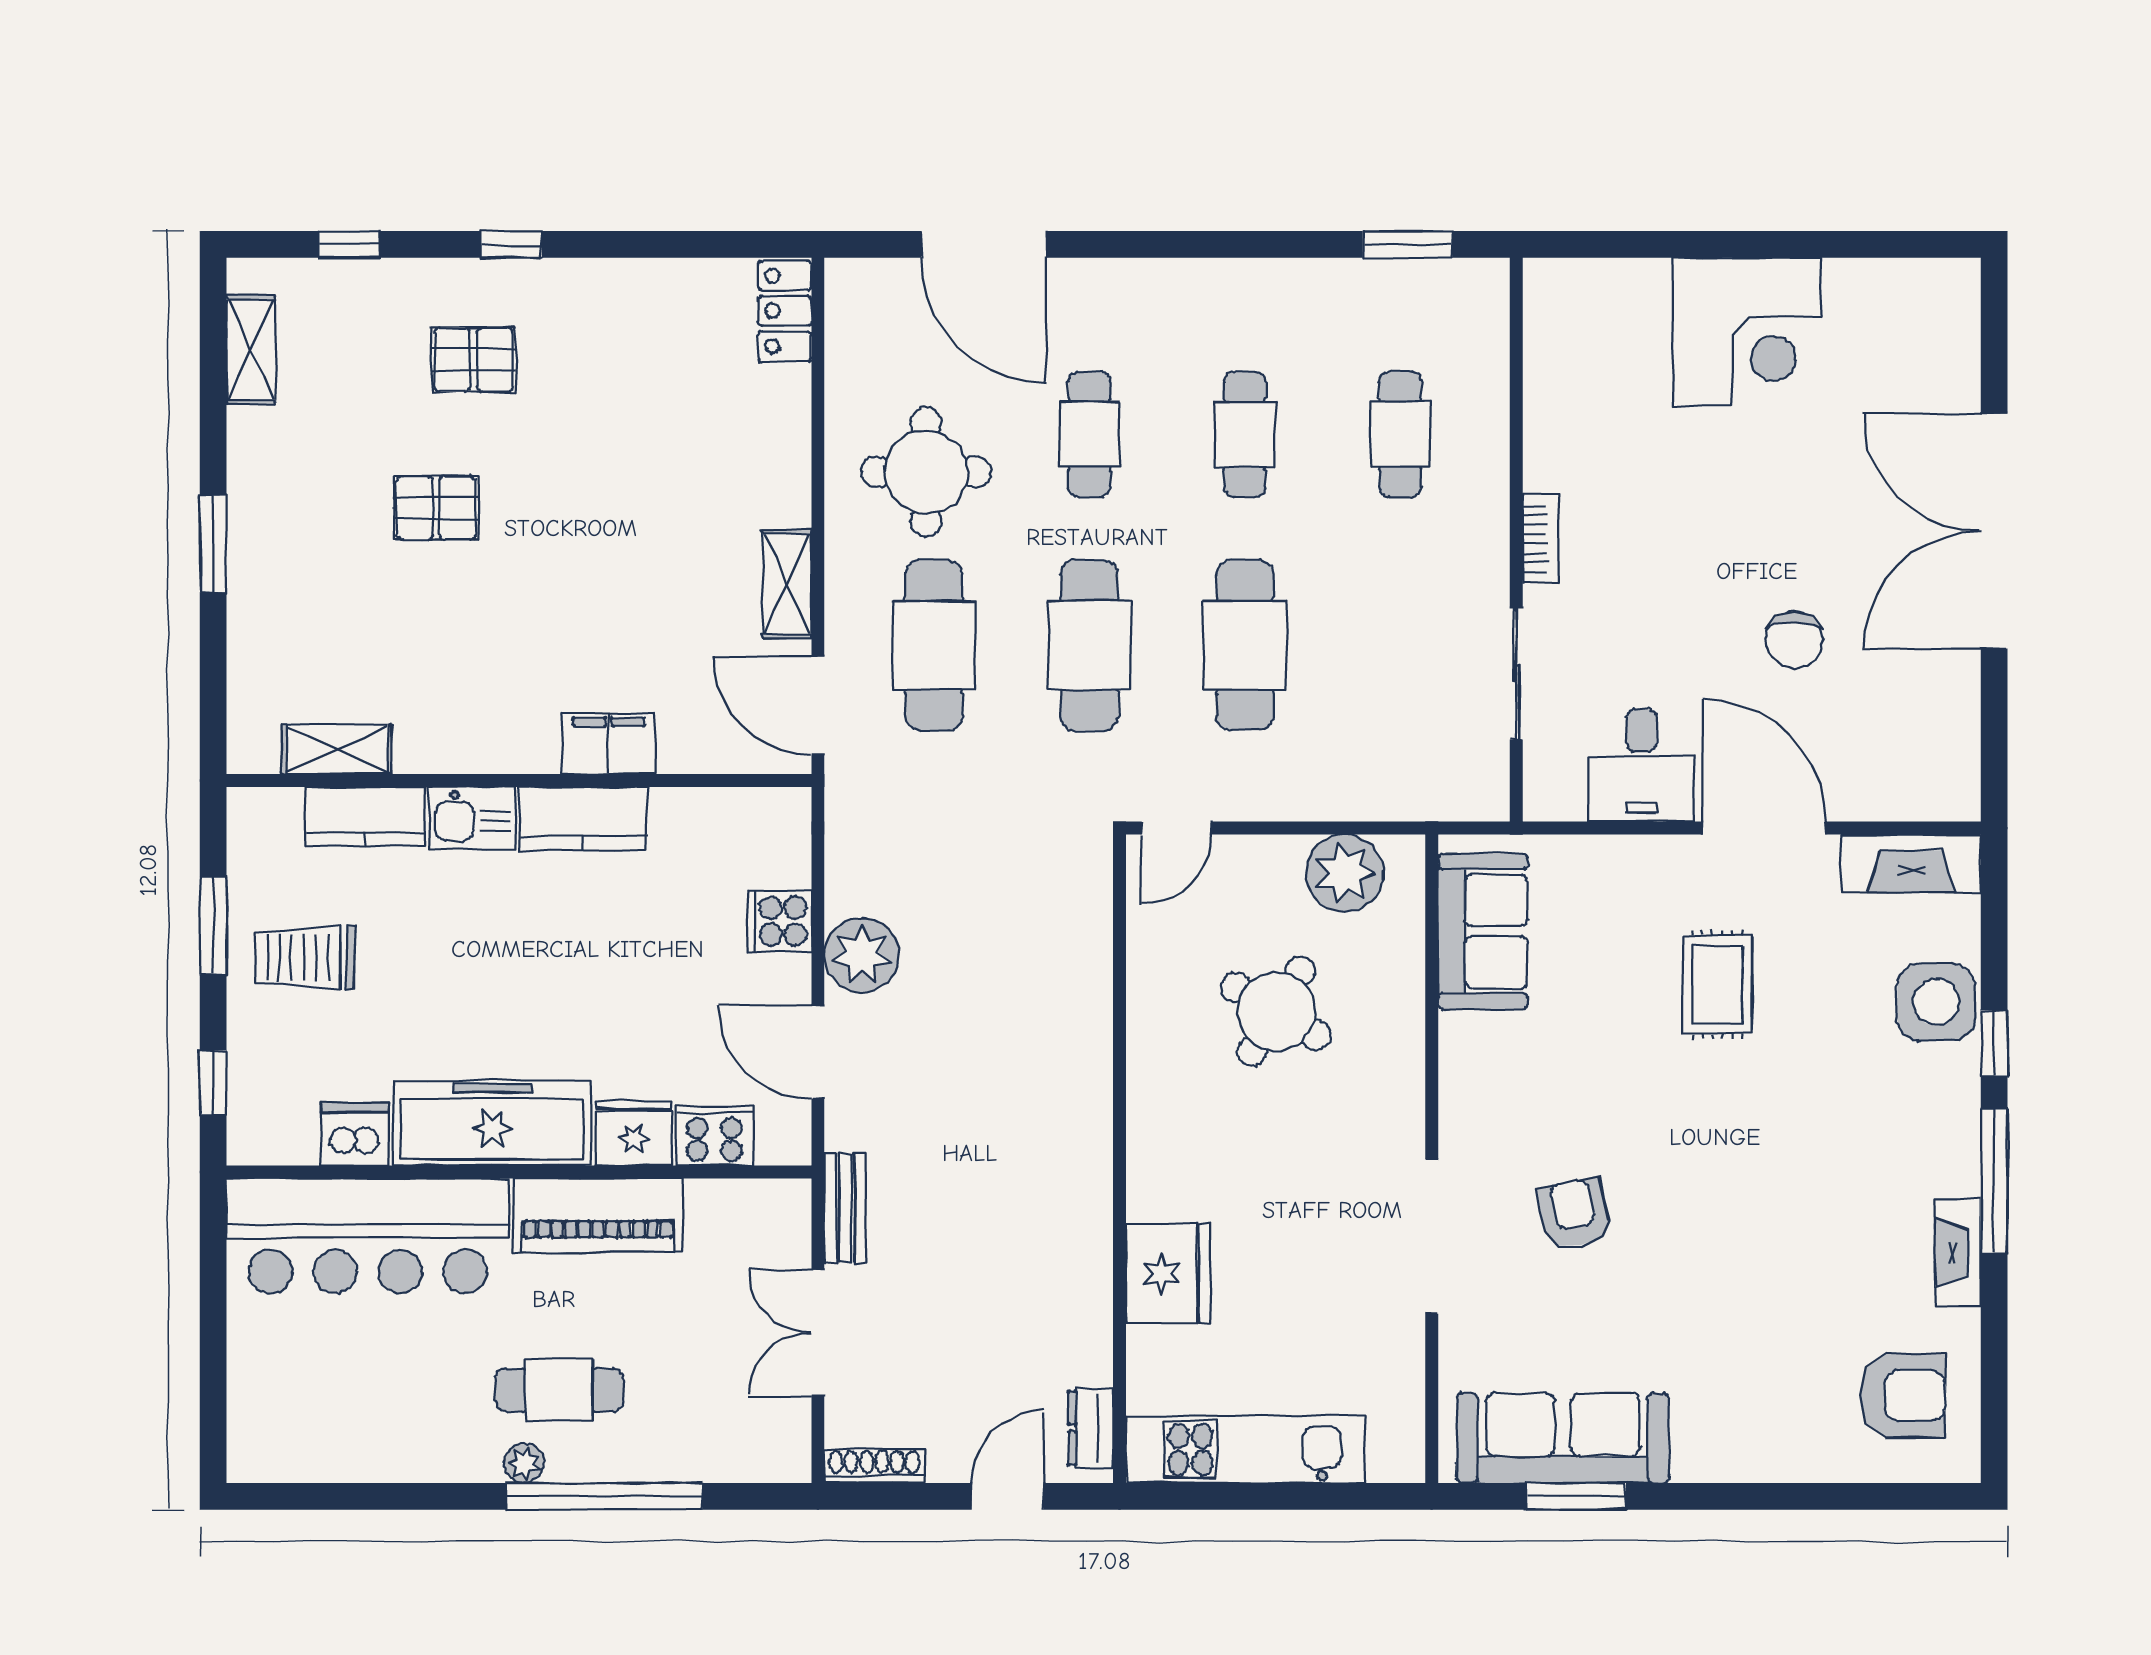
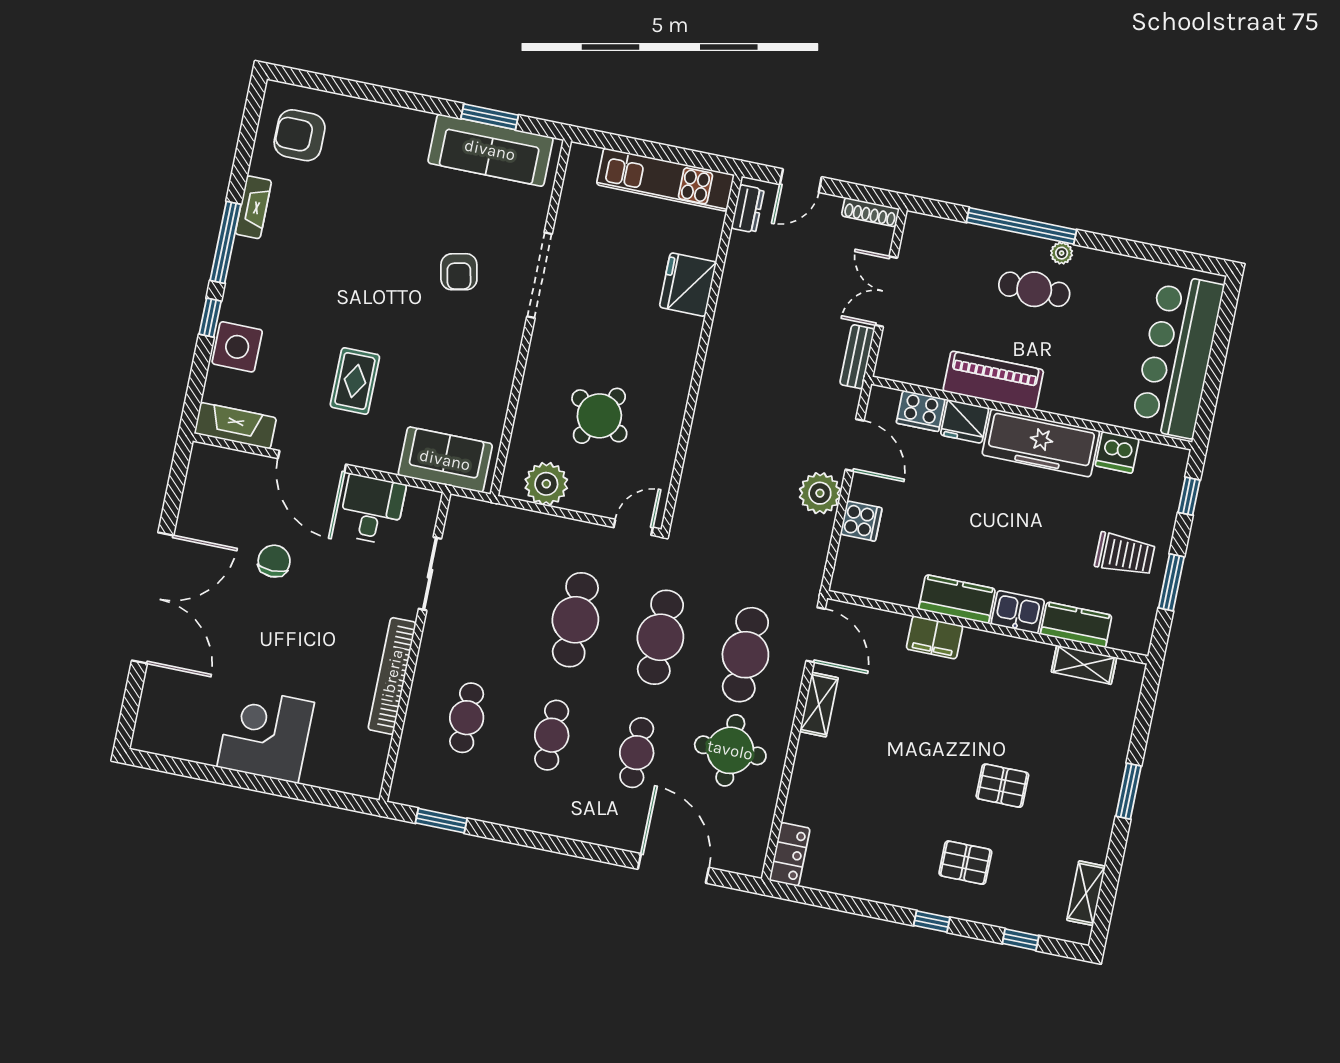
bookcase: (1540, 539) -> (392, 676), width x2.31, depth x1.31
sofa: (1483, 931) -> (445, 460), moved, turned 90
bar counter: (368, 1236) -> (1177, 356), moved, turned -90
double door: (818, 1333) -> (886, 292), swing flipped

